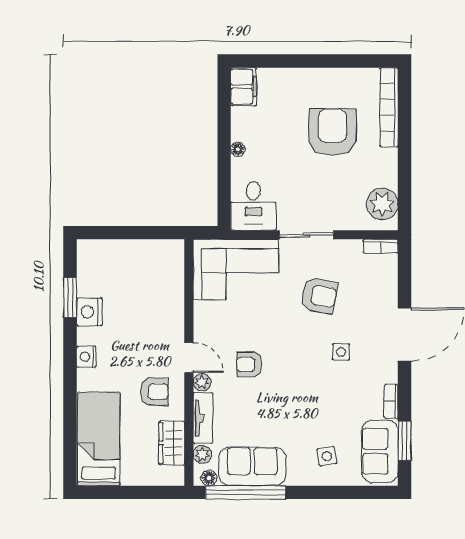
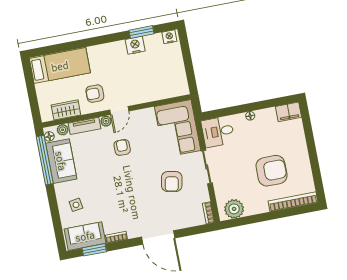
side table: (341, 352) -> (140, 201), removed
nightstand: (86, 357) -> (169, 37), moved
armchair: (154, 392) -> (95, 94), turned 90

